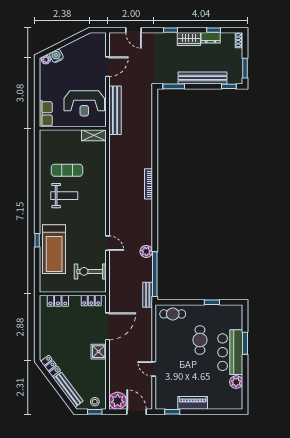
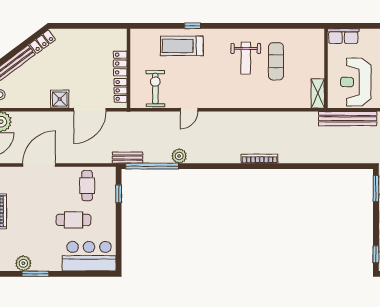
treadmill: (54, 249) -> (182, 46), width x0.73, depth x0.73
locker: (58, 301) -> (120, 63), moved
window: (212, 302) -> (119, 194), moved
cafe table: (173, 314) -> (87, 186), moved
door: (108, 326) -> (90, 110), hinge flipped
window: (245, 343) -> (35, 274), moved
bar counter: (230, 352) -> (89, 256), moved
door: (154, 369) -> (39, 165), width x1.87

